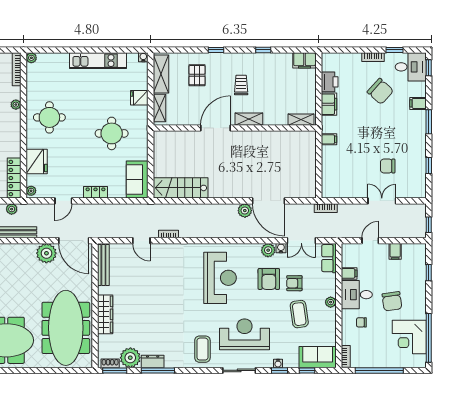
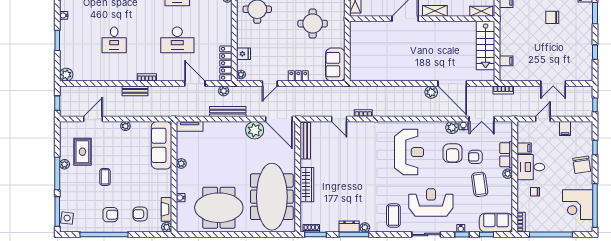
filing cabinet: (329, 139) -> (506, 61), moved
fridge: (37, 162) -> (243, 54), width x0.53, depth x0.75
chair: (388, 166) -> (552, 17), moved
stairs: (181, 188) -> (486, 45), moved, turned -90
double door: (382, 201) -> (553, 84), swing flipped
row of seats: (329, 258) -> (506, 155), moved
chair: (392, 301) -> (582, 165), moved
plant: (130, 358) -> (365, 227), moved, width x0.53, depth x0.53

